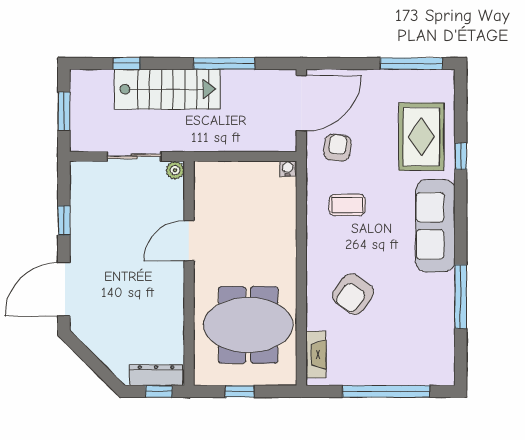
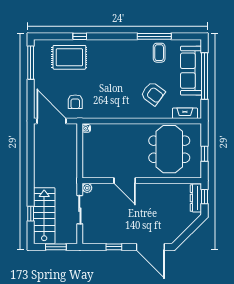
window: (224, 63) -> (31, 162), removed
stairs: (167, 89) -> (44, 216), moved
armchair: (337, 148) -> (75, 102), turned -97
coffee table: (347, 205) -> (159, 53), moved
sofa: (435, 226) -> (191, 71), moved, turned 90

